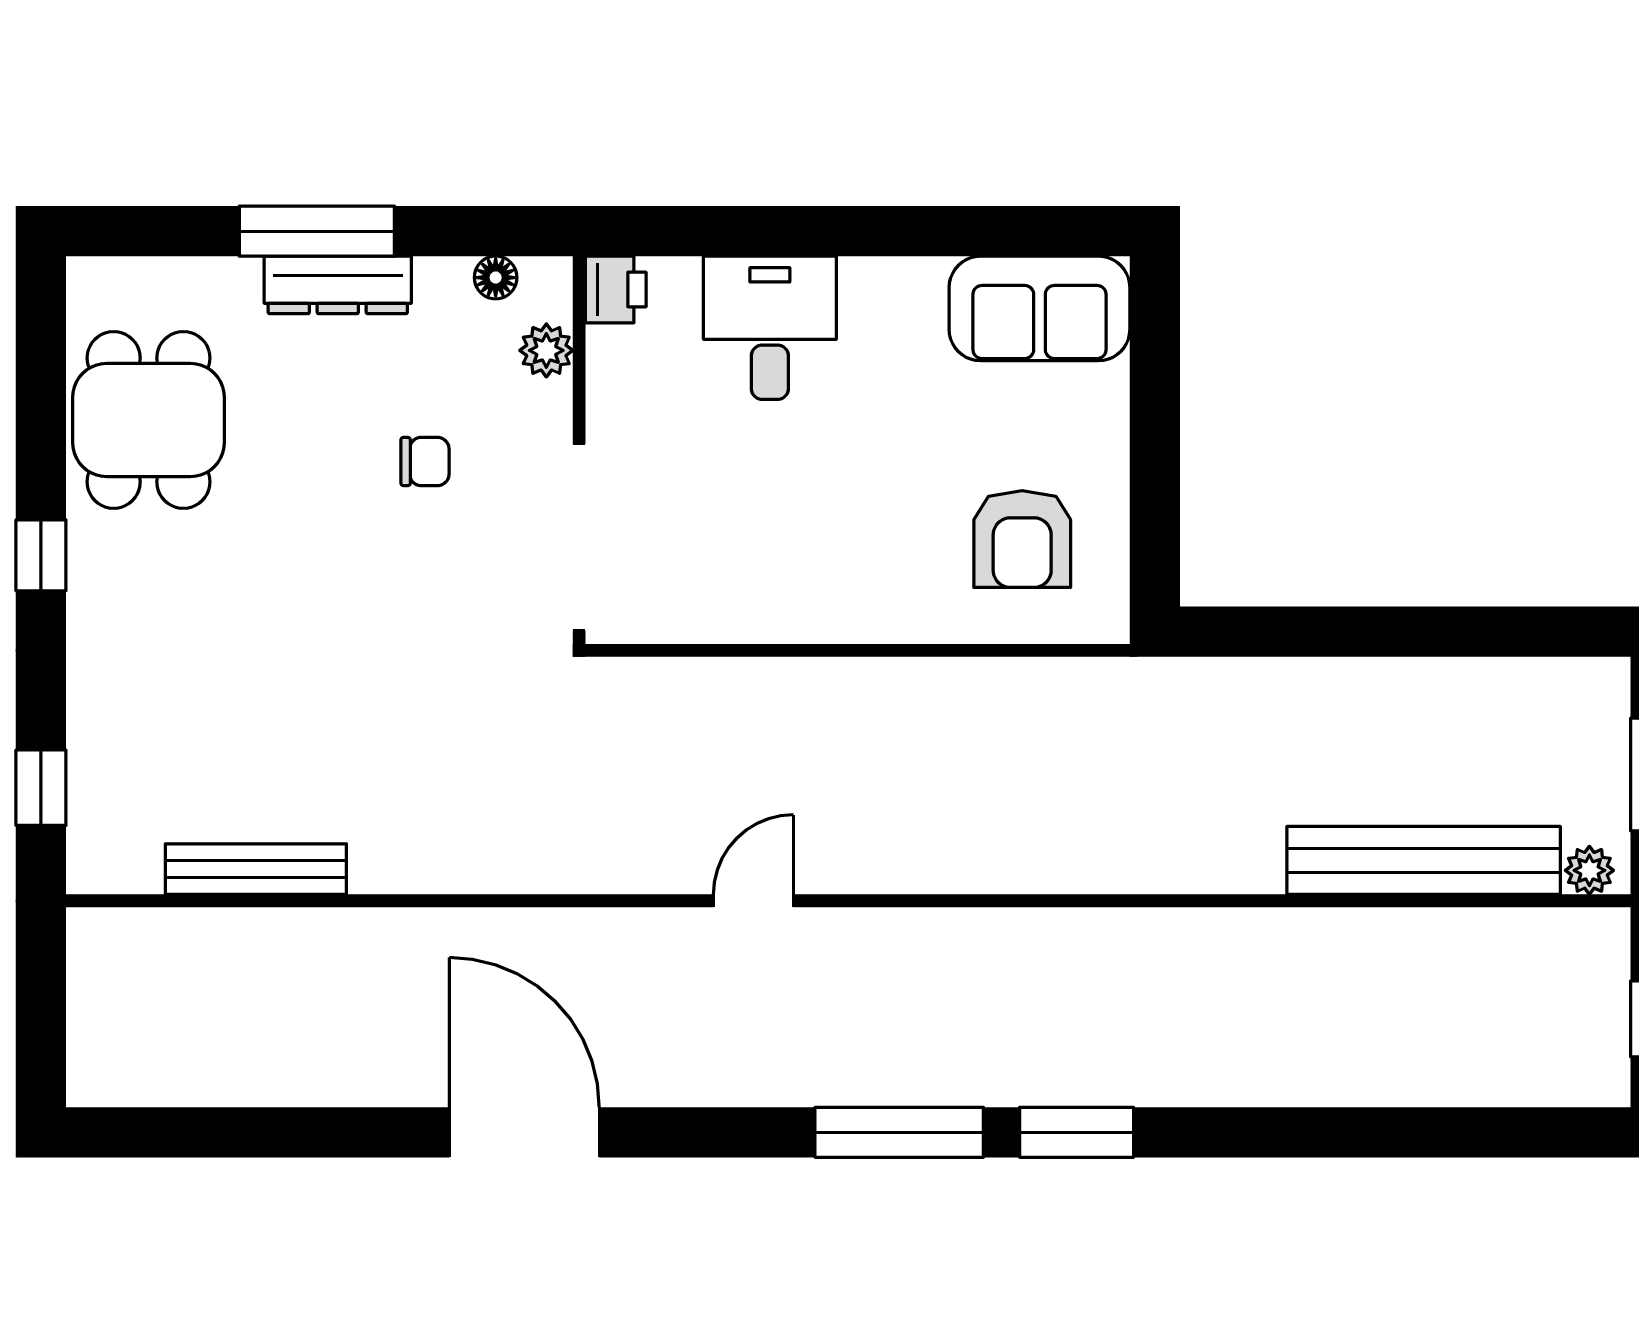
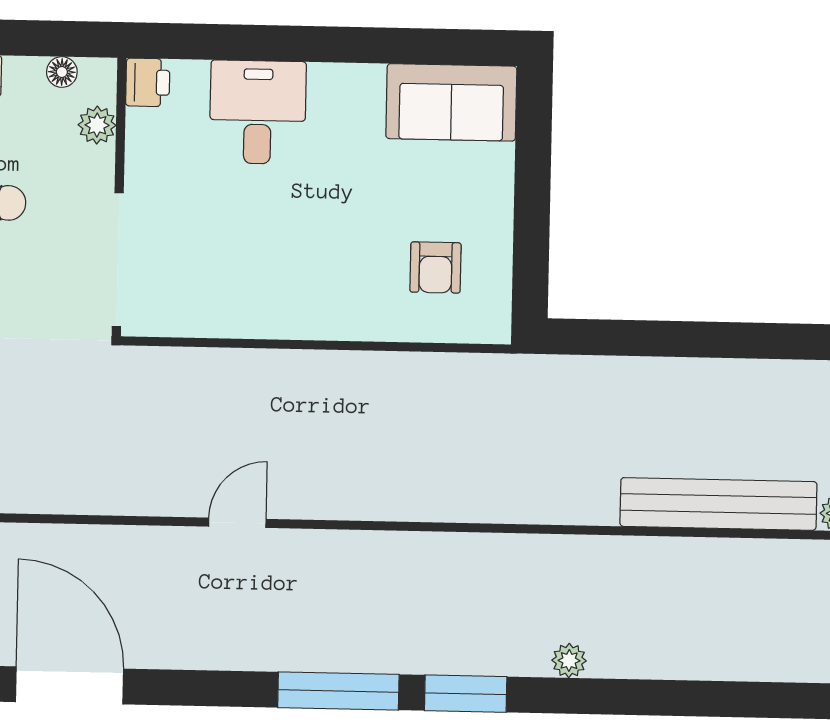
armchair: (1022, 539) -> (435, 267), width x0.72, depth x0.72
plant: (1220, 1083) -> (569, 661), added

